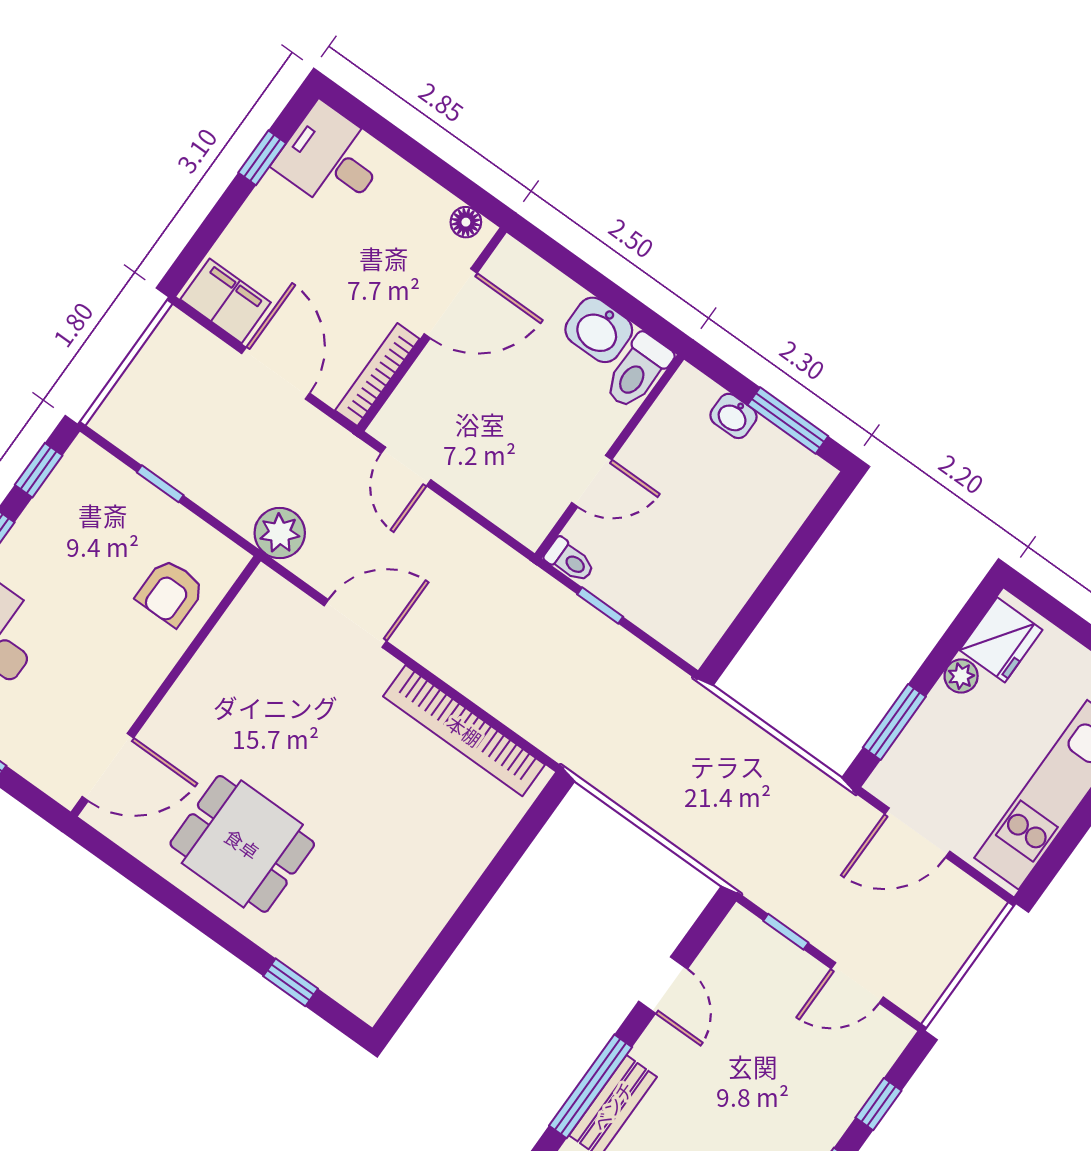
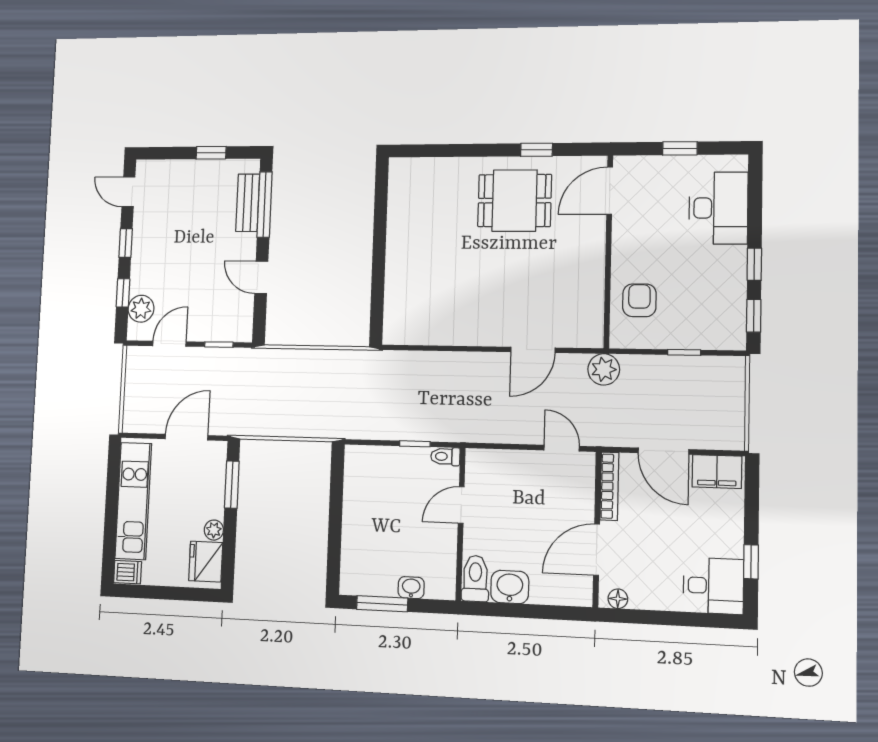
bookcase: (464, 731) -> (441, 334), removed
window: (291, 982) -> (537, 150), moved
plant: (867, 1062) -> (141, 309), added

